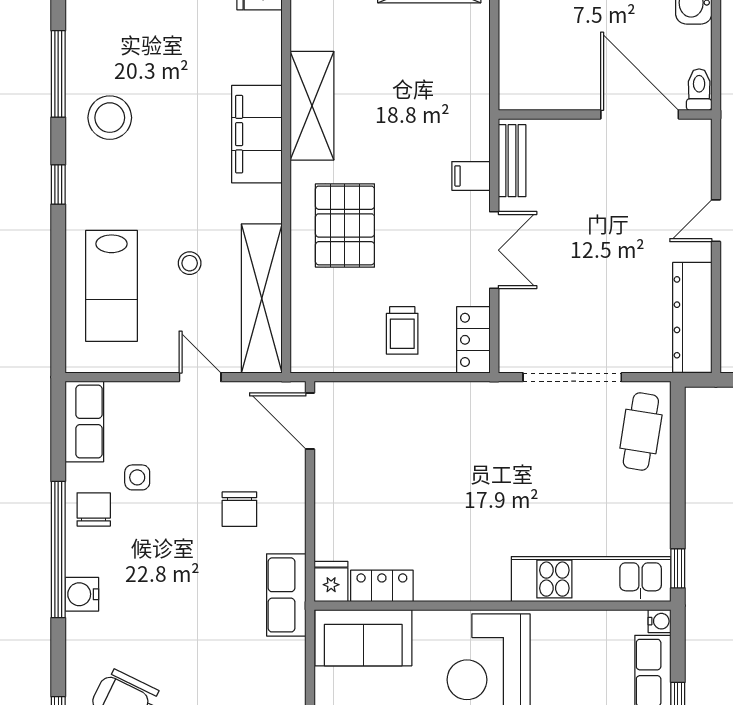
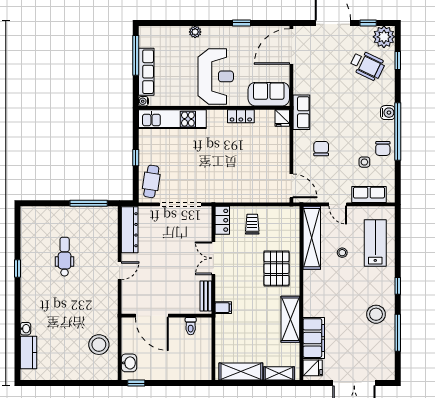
toilet: (699, 90) -> (191, 326), moved
filing cabinet: (257, 134) -> (314, 338), moved
filing cabinet: (471, 176) -> (223, 308), moved
row of seats: (84, 422) -> (369, 195), moved, turned 90
window: (678, 568) -> (136, 158), moved
locker: (382, 586) -> (241, 116), moved

